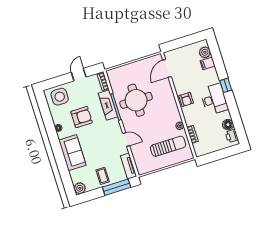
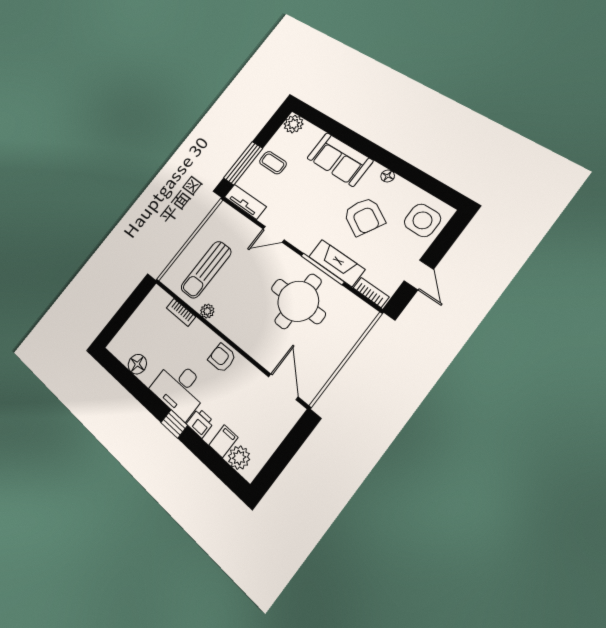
armchair: (82, 117) -> (364, 216), turned -61
printer: (232, 136) -> (200, 423), moved

